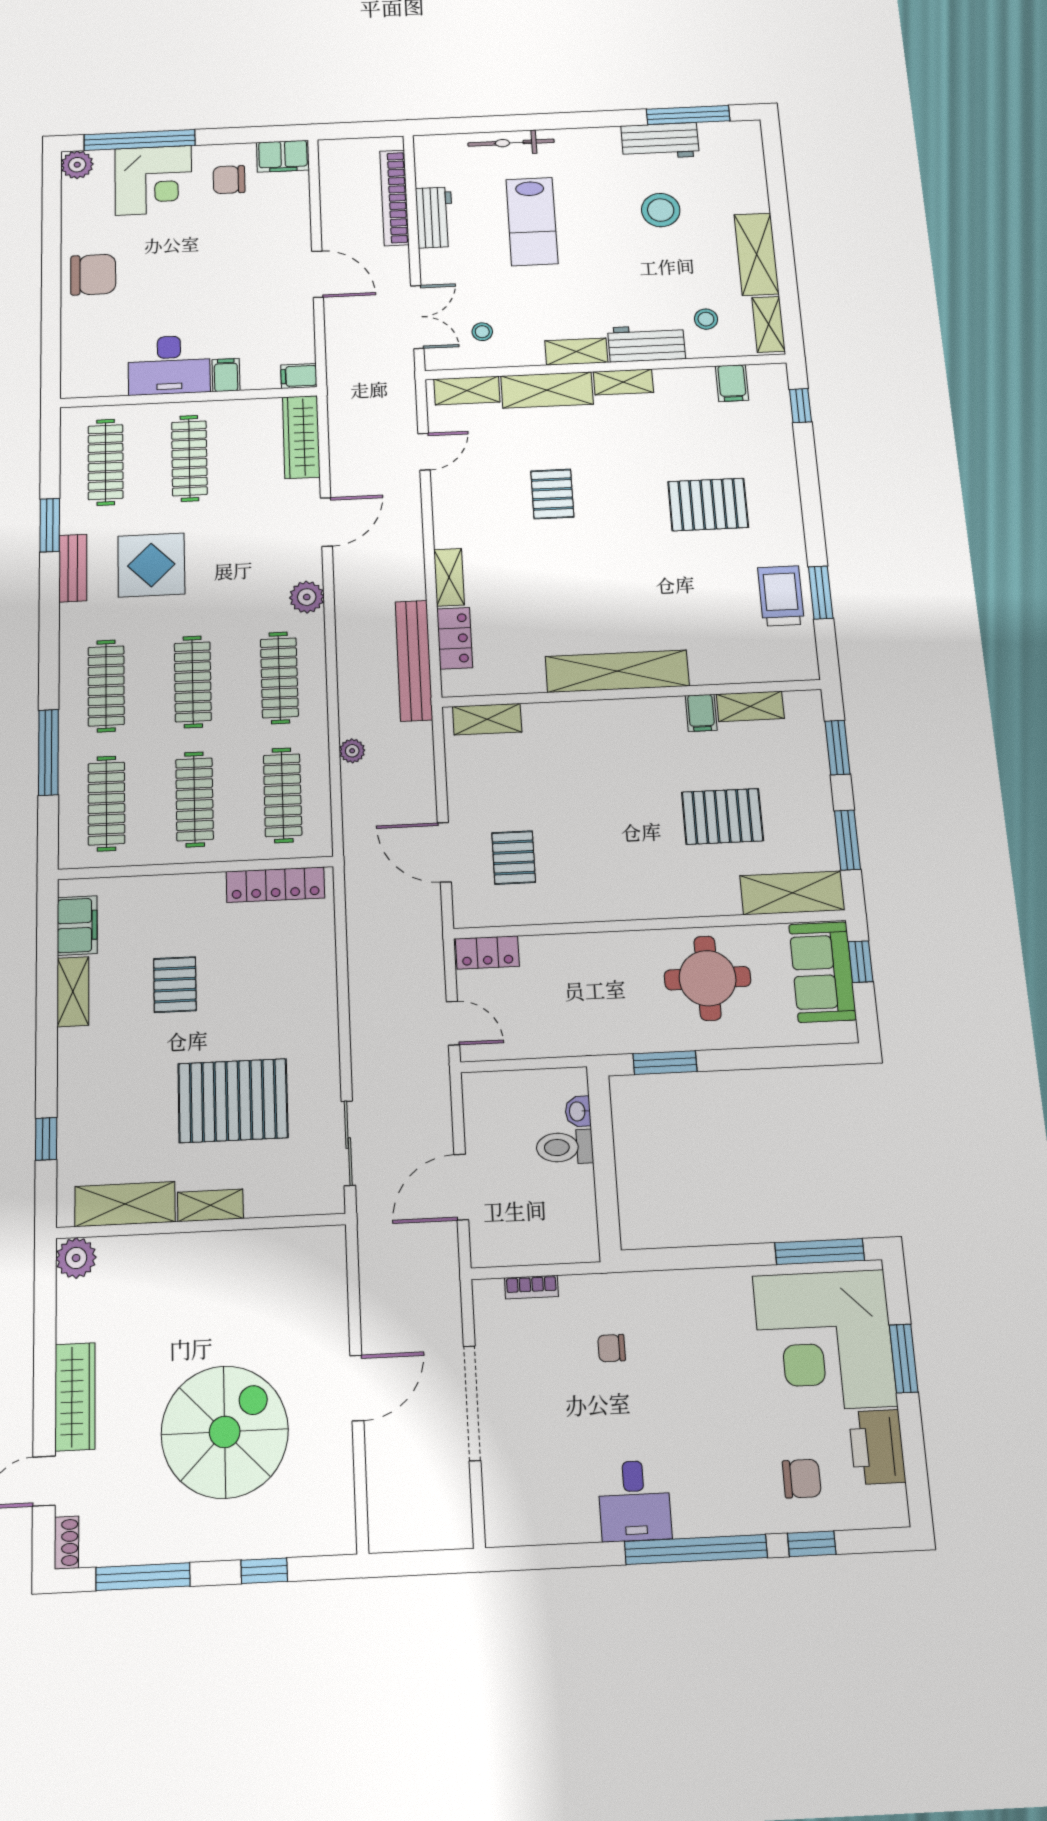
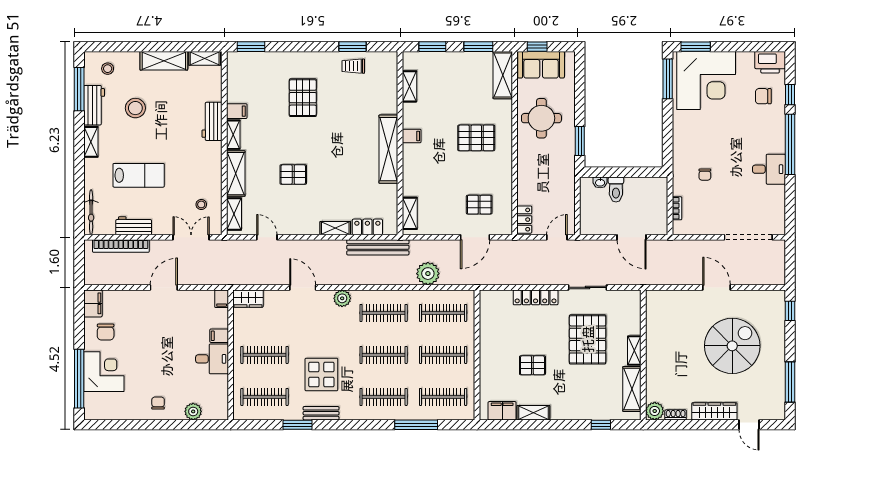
bicycle: (511, 143) -> (91, 212), moved
plant: (77, 165) -> (193, 411), moved
chair: (93, 275) -> (158, 403), width x0.54, depth x0.54
stool: (706, 319) -> (108, 69), moved
shelving: (576, 352) -> (91, 142), moved
desk: (169, 365) -> (212, 359), width x0.73
filing cabinet: (732, 383) -> (237, 111), moved
window: (800, 406) -> (251, 47), width x1.50
wardrobe: (301, 437) -> (248, 299), width x0.67
trolley: (781, 596) -> (353, 66), width x0.73, depth x0.72
filing cabinet: (701, 713) -> (412, 136), moved
plant: (352, 751) -> (428, 274), width x1.87, depth x1.87
pallet: (722, 816) -> (476, 138), moved, turned 90
locker: (275, 885) -> (536, 297), moved, turned 90
sliding door: (348, 1143) -> (587, 287), moved
window: (904, 1358) -> (696, 47), moved
doorway: (472, 1403) -> (748, 237), moved
spiral stairs: (225, 1432) -> (732, 346), turned 90
printer: (877, 1447) -> (770, 62), moved
chair: (802, 1479) -> (763, 96), turned -90
shoe rack: (67, 1543) -> (676, 415), moved
window: (264, 1571) -> (790, 311), moved

